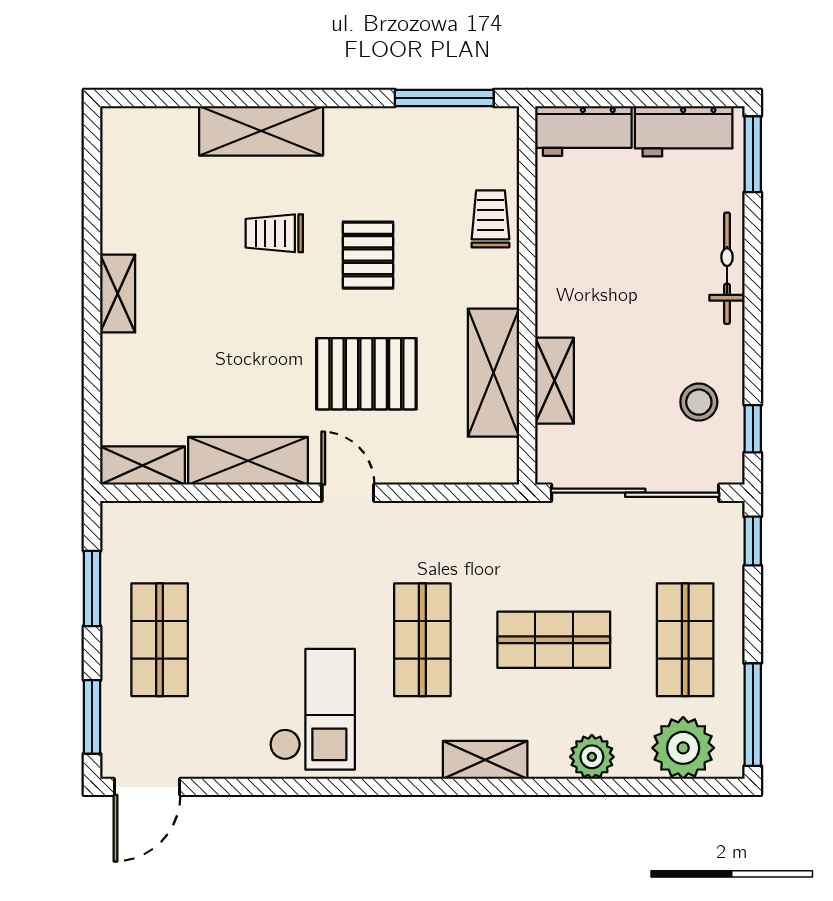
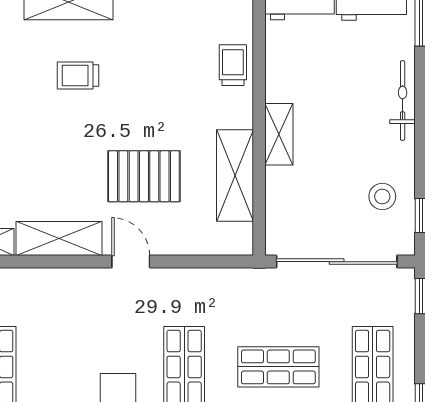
pallet: (368, 255) -> (145, 91), removed
shelving: (555, 381) -> (279, 134), moved

